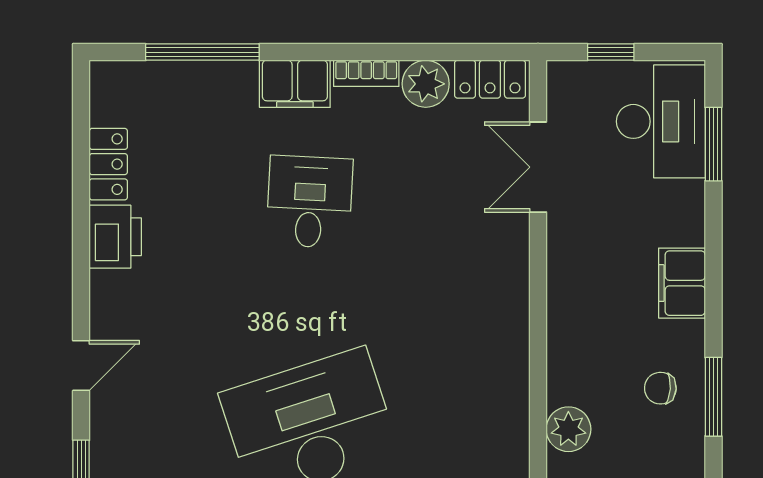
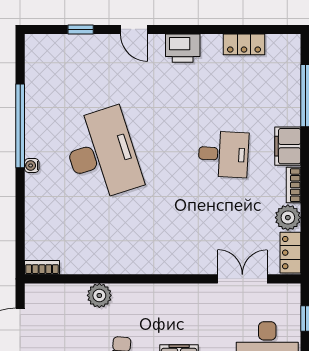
printer: (115, 237) -> (183, 48), moved

